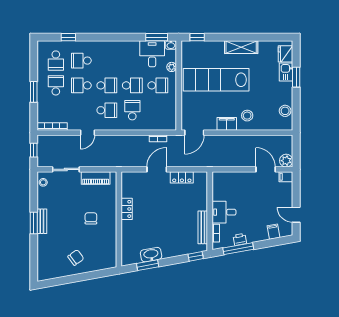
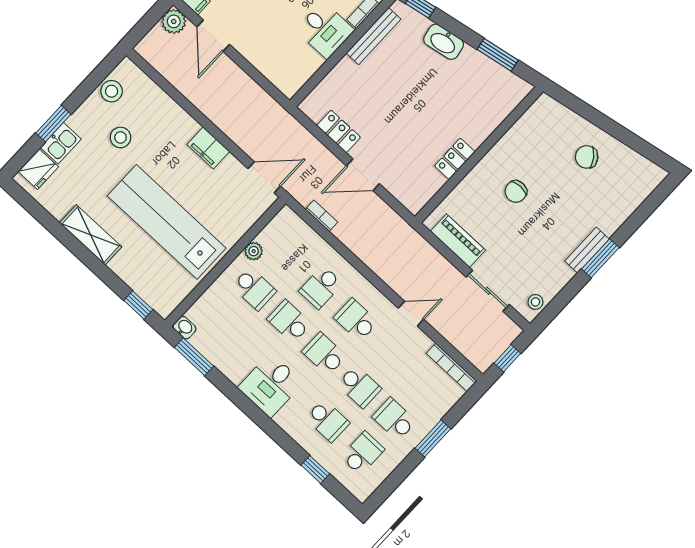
desk: (152, 54) -> (270, 385), moved
plant: (172, 67) -> (254, 251), moved
lab bench: (216, 80) -> (167, 222), turned 180
school desk: (56, 85) -> (394, 419), turned 90
school desk: (158, 85) -> (254, 289), turned 180
stool: (247, 116) -> (120, 137), moved
washbasin: (151, 255) -> (444, 42), moved

